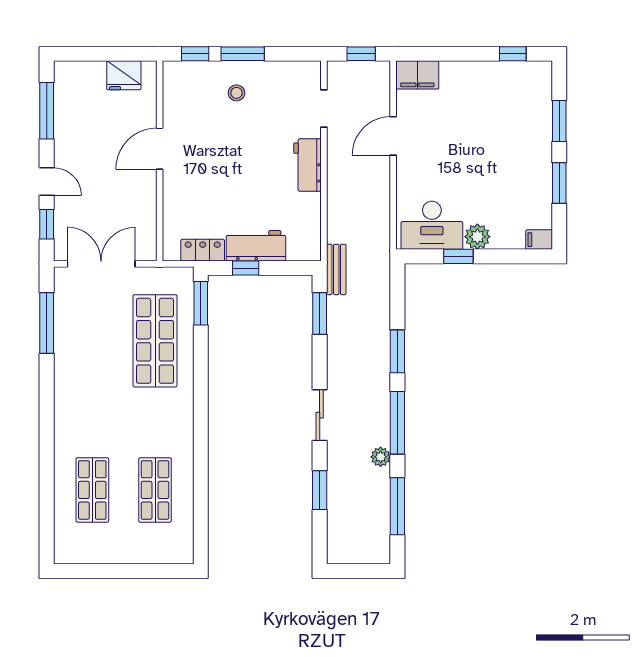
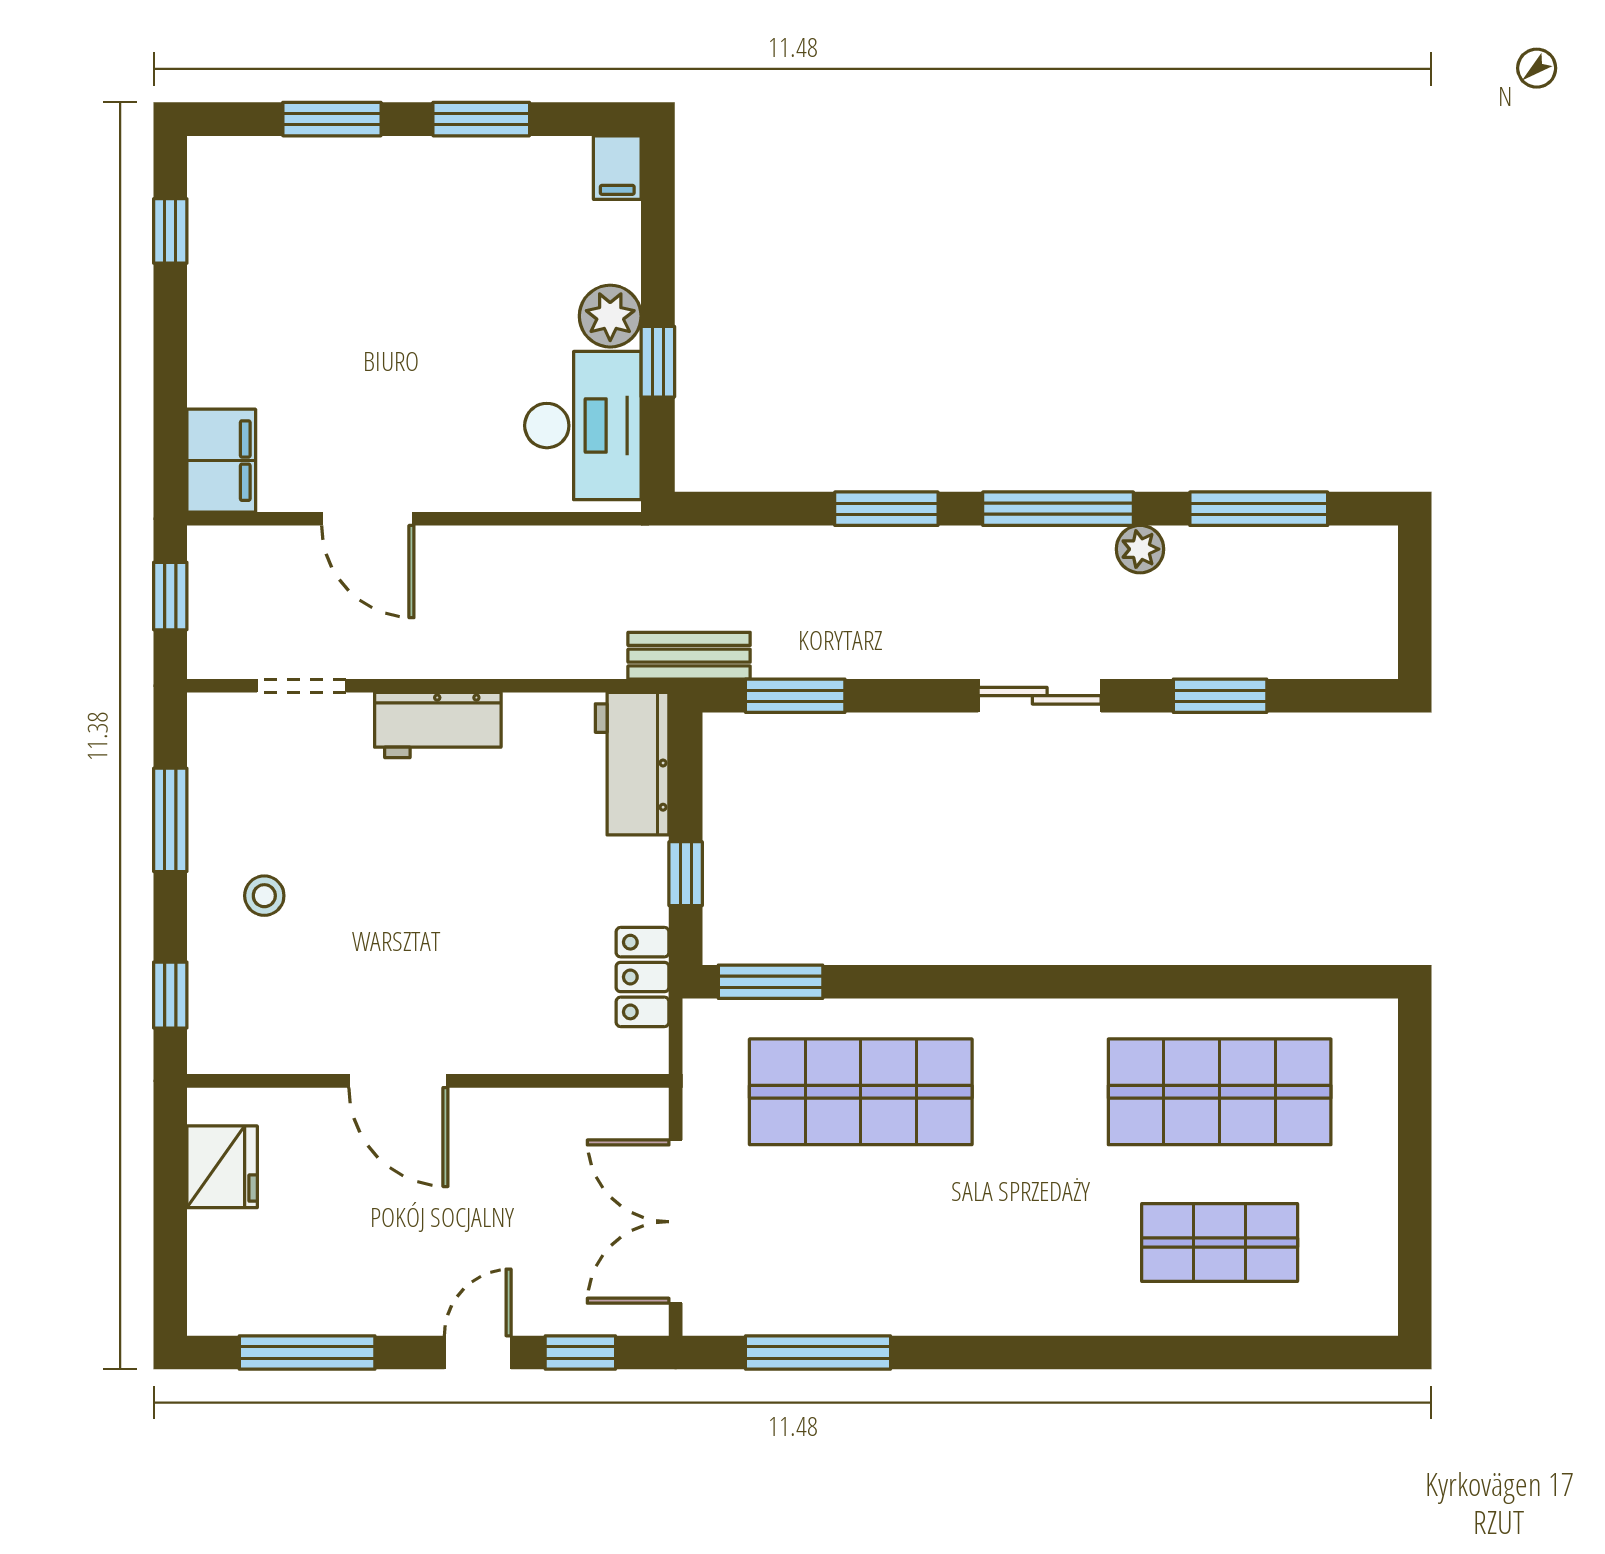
window: (243, 54) -> (170, 820), moved
workbench: (256, 246) -> (632, 764), moved
shop shelf: (155, 490) -> (1220, 1092), width x1.43, depth x1.36

